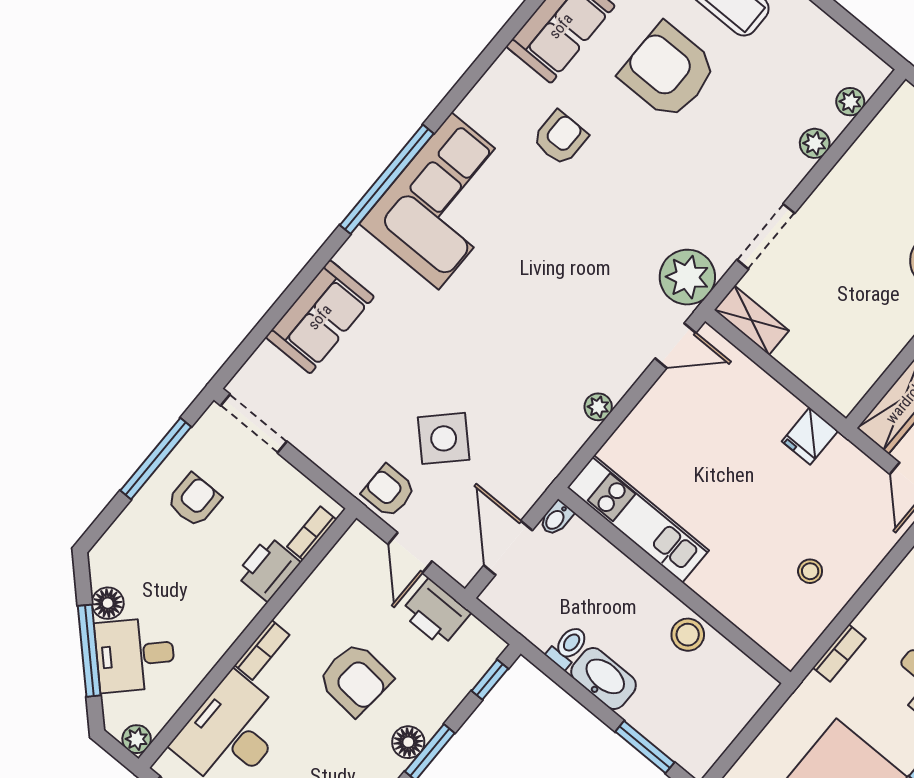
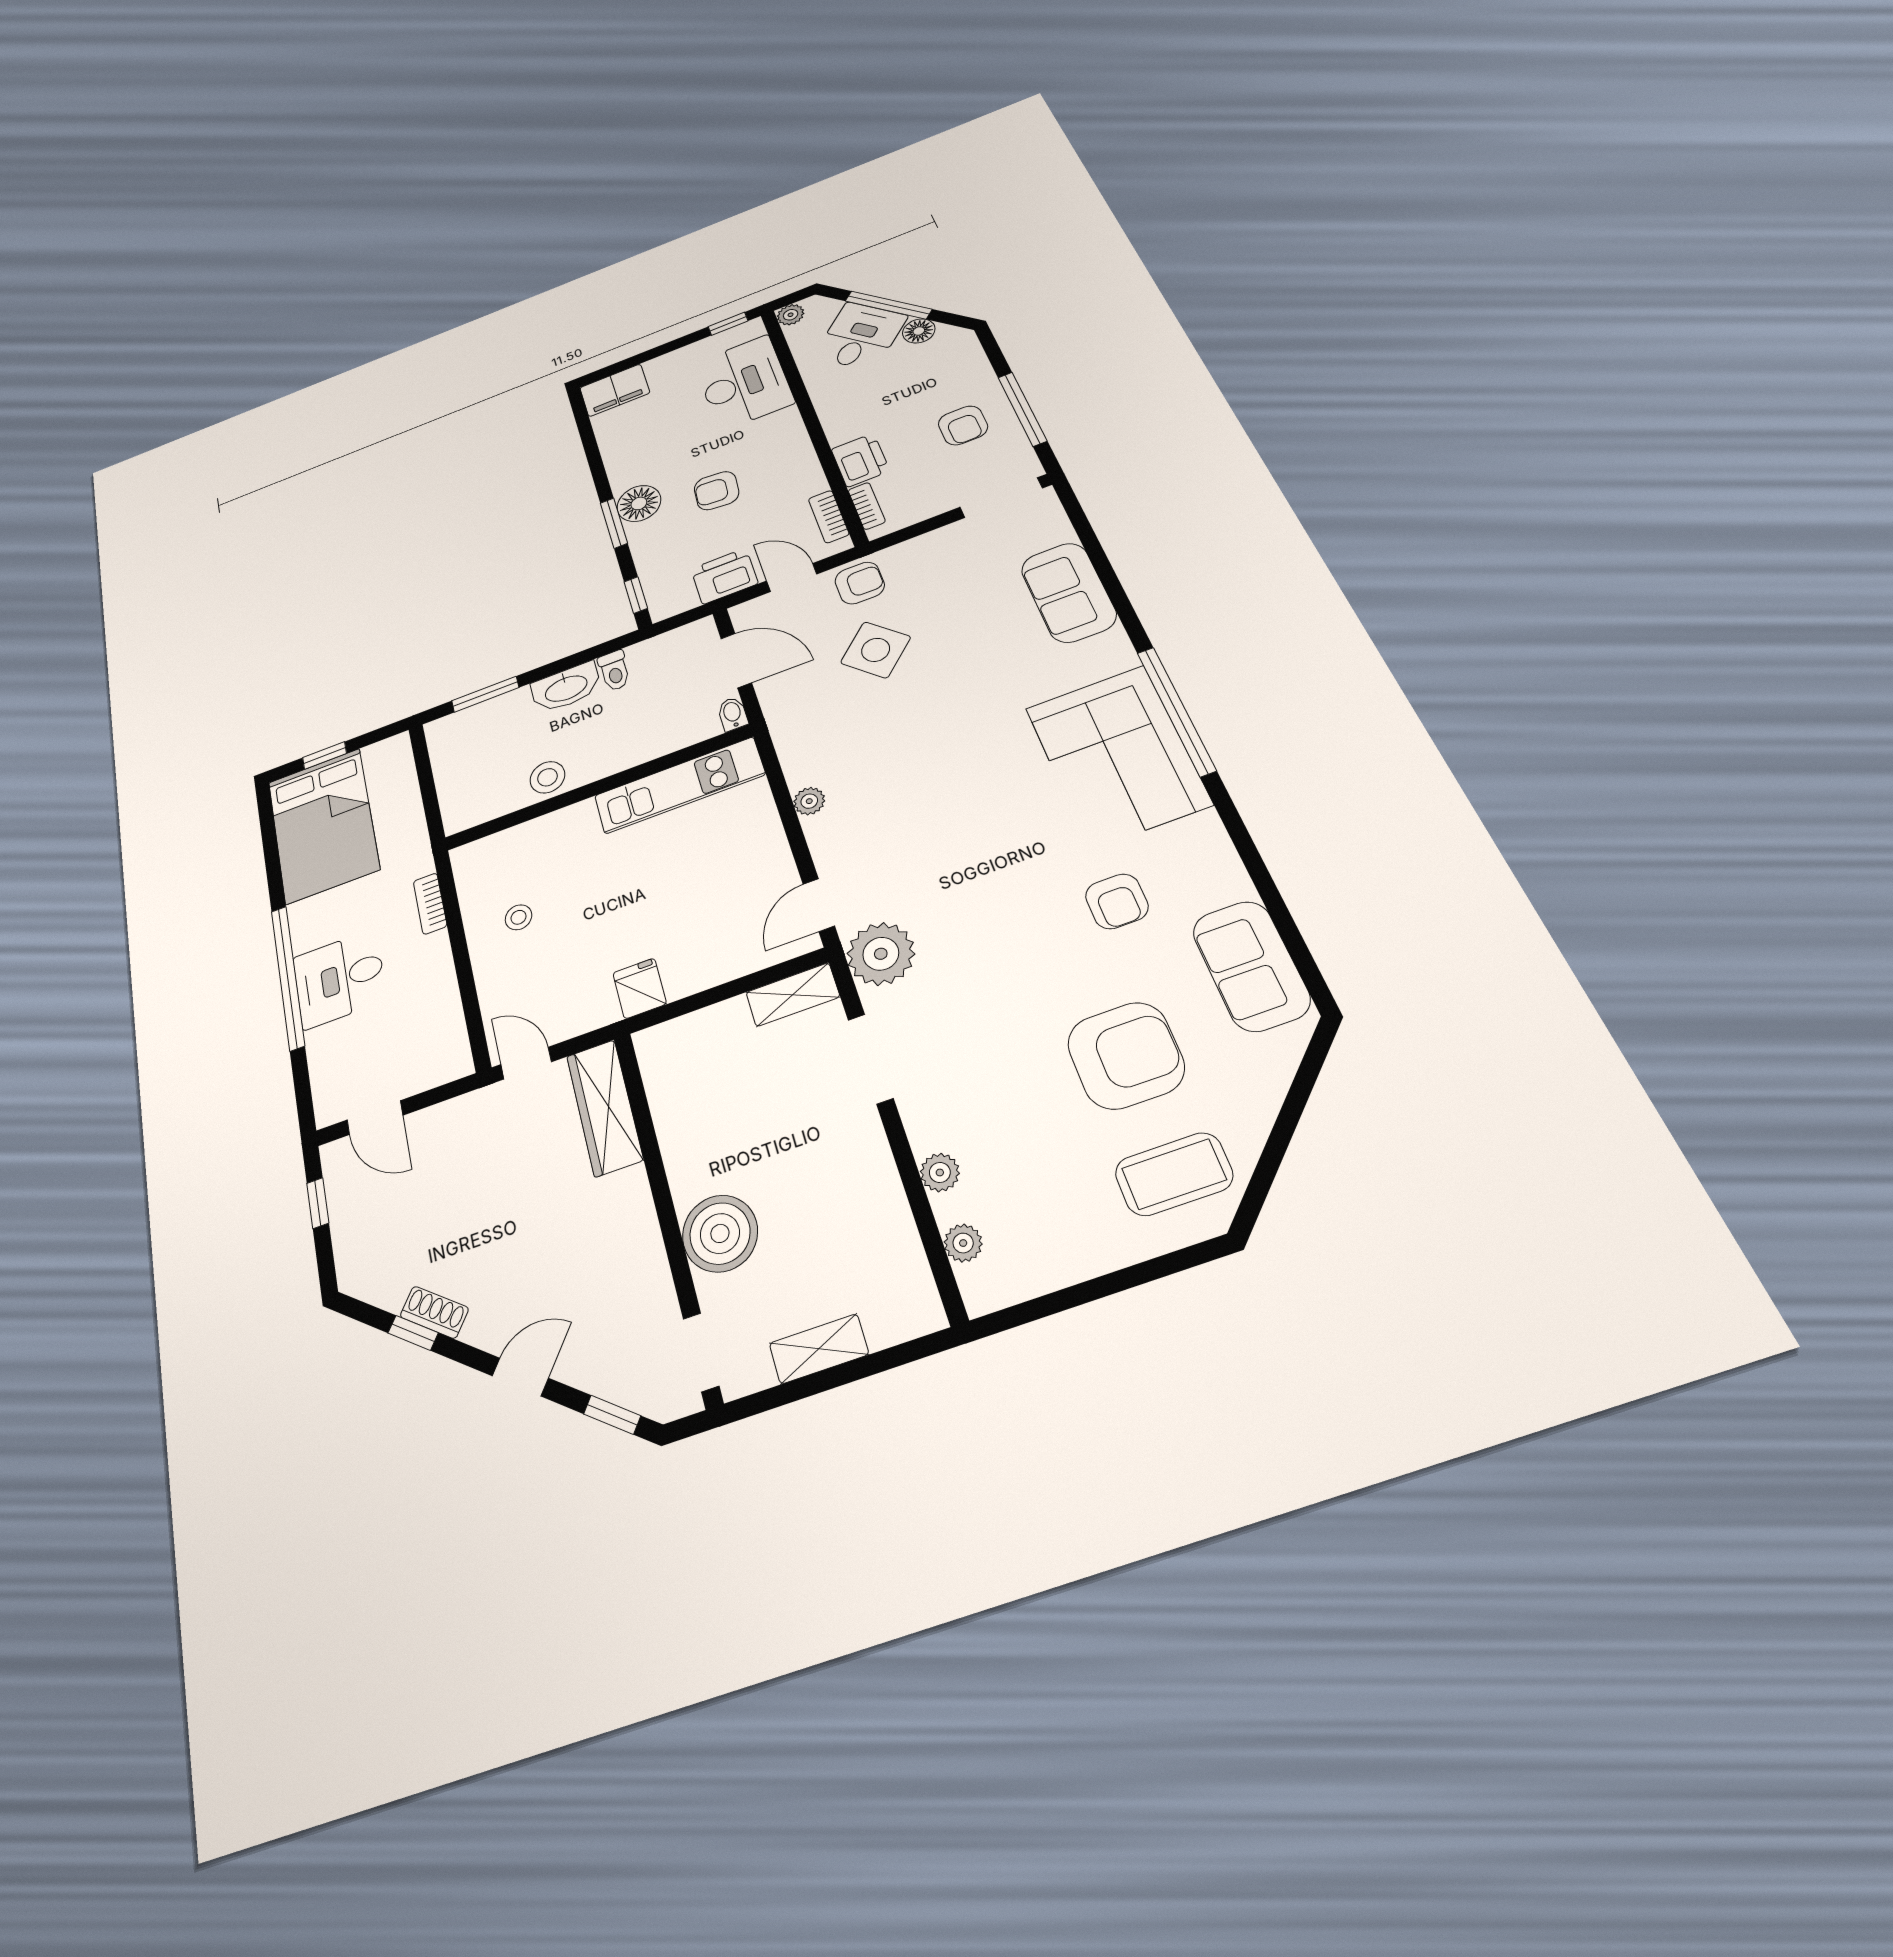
bookcase: (262, 650) -> (829, 517), moved
armchair: (355, 679) -> (717, 491), width x0.72, depth x0.72
floor lamp: (408, 742) -> (639, 503), width x1.38, depth x1.38

